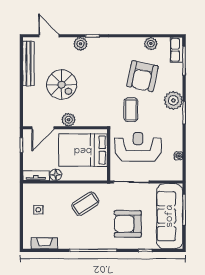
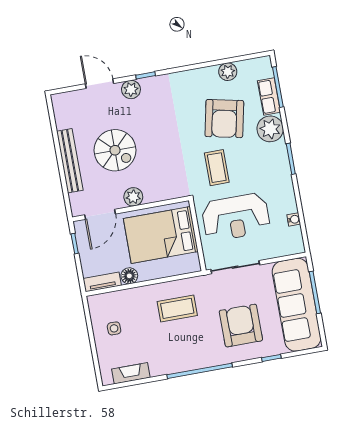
door: (49, 36) -> (100, 84), moved
row of seats: (177, 50) -> (269, 96), moved
bench: (28, 63) -> (70, 161), moved
plant: (173, 100) -> (270, 129), moved
reception desk: (138, 147) -> (236, 217), turned 180
coffee table: (85, 204) -> (177, 308), turned 33
armchair: (128, 224) -> (241, 326), turned 90

